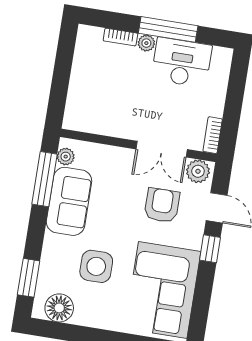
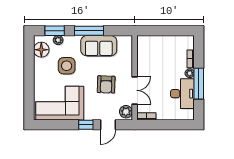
double door: (162, 149) -> (135, 90), swing flipped
plant: (66, 157) -> (58, 40), moved
window: (45, 179) -> (89, 31), moved
armchair: (162, 205) -> (106, 84), moved, turned 92

